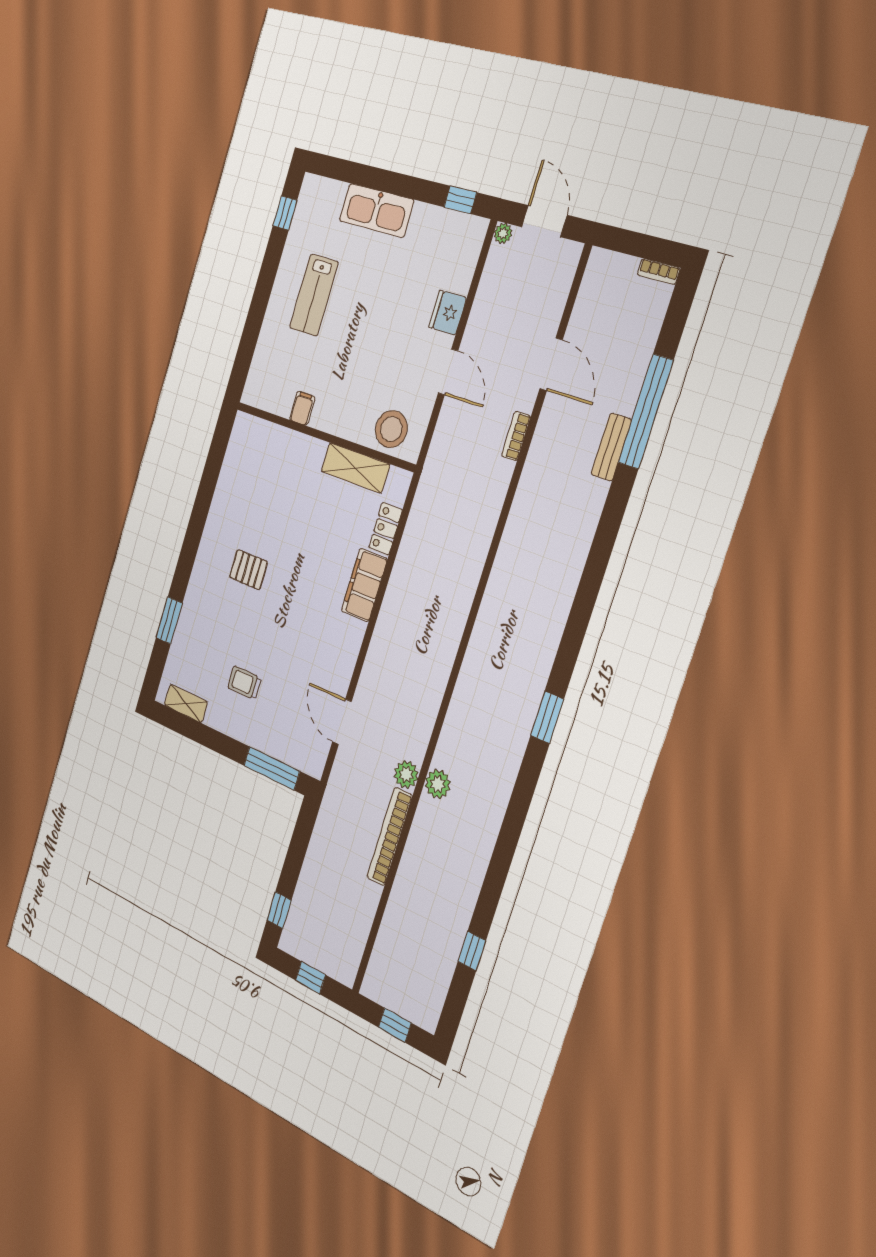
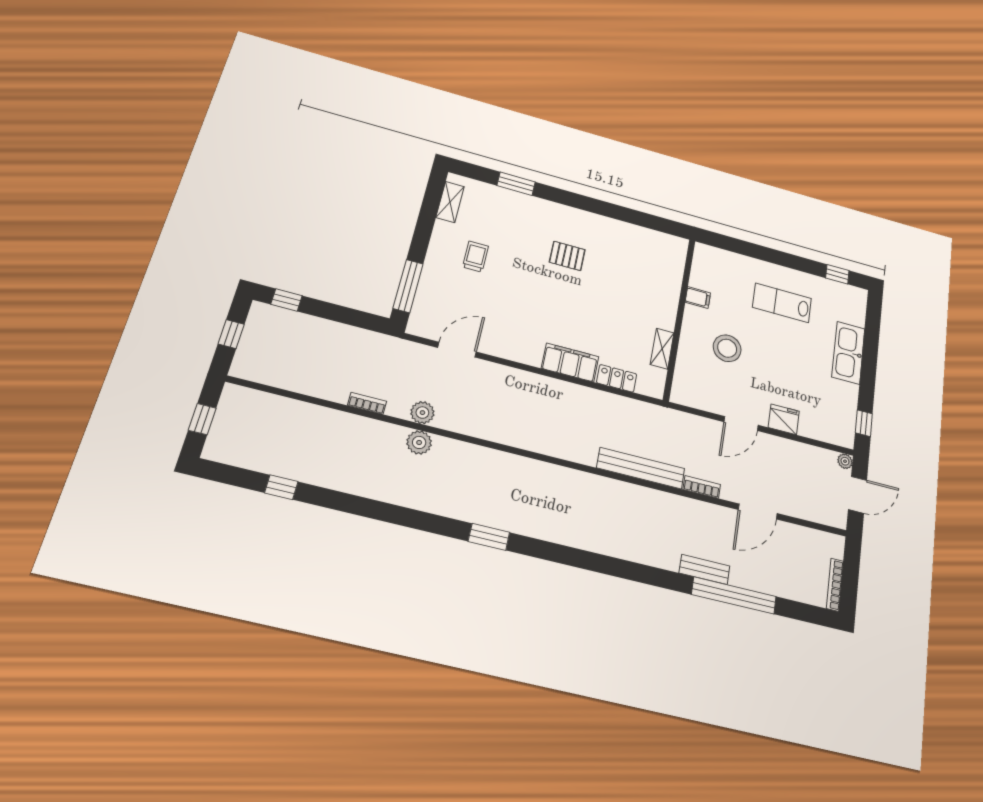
bookcase: (659, 272) -> (835, 585), width x1.56
stool: (391, 429) -> (727, 348), moved
shelving: (355, 468) -> (662, 349), width x0.67, depth x0.75
bench: (488, 513) -> (641, 468), added
pallet: (249, 570) -> (567, 256), turned 90
bookcase: (390, 837) -> (367, 403), width x0.43, depth x0.76

